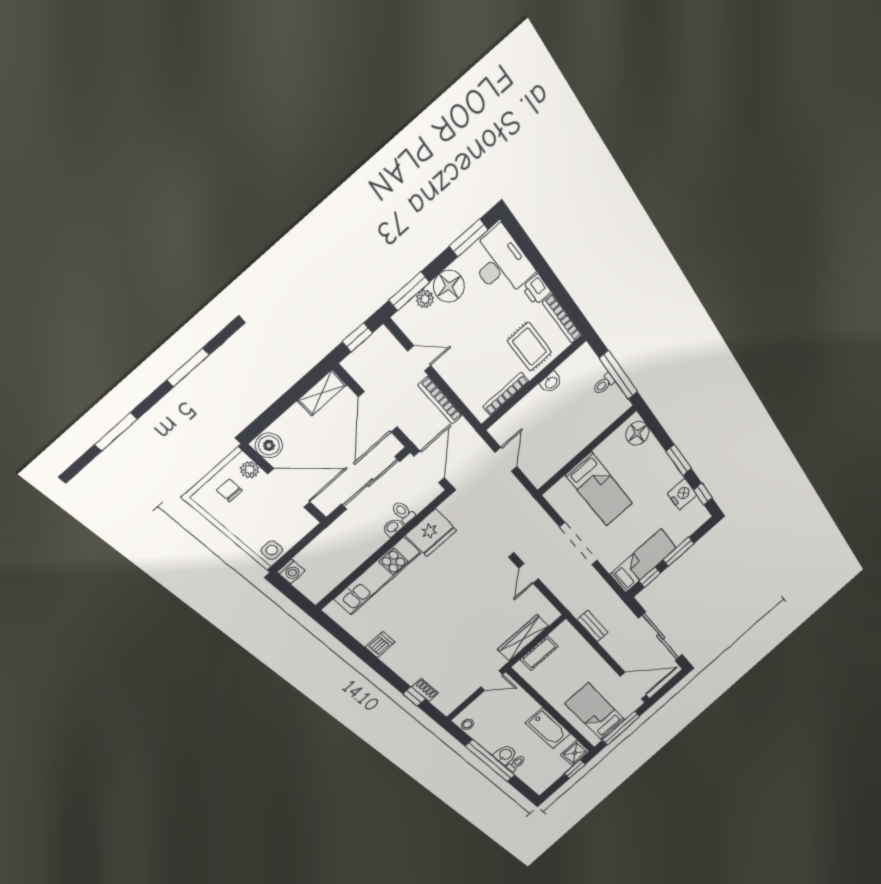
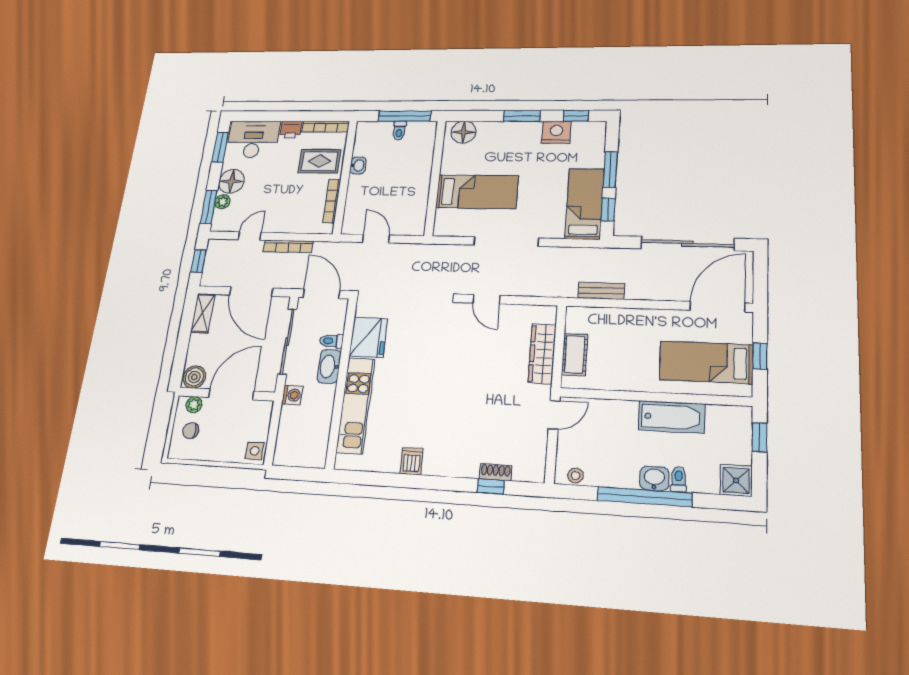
washbasin: (393, 527) -> (329, 366), width x1.91, depth x1.45
washing machine: (291, 572) -> (292, 395), moved
window: (621, 728) -> (760, 356), width x0.46
shower: (575, 753) -> (736, 480), moved

